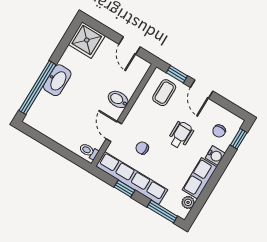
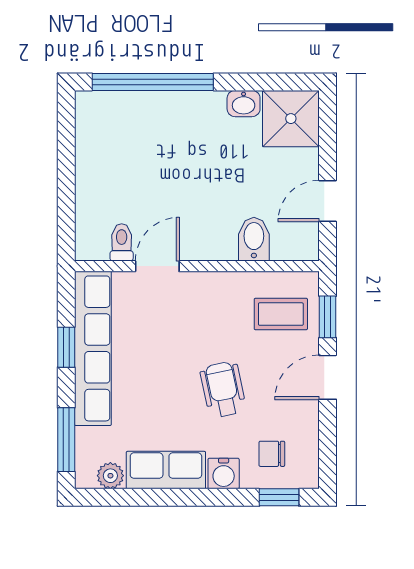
washbasin: (57, 80) -> (244, 104), moved, width x0.52, depth x0.69
bidet: (118, 99) -> (254, 239), moved
wheelchair: (181, 135) -> (223, 389), turned -102
chair: (142, 148) -> (158, 335), removed
toilet: (89, 151) -> (122, 242), moved

